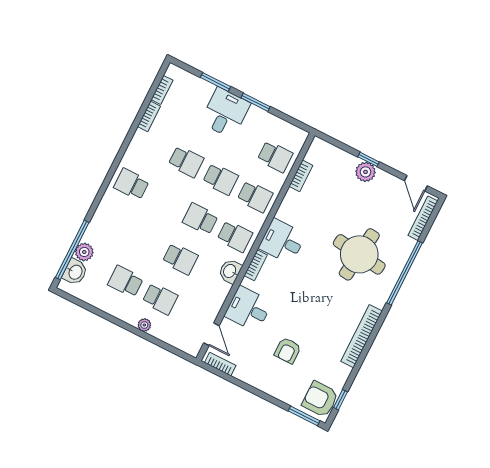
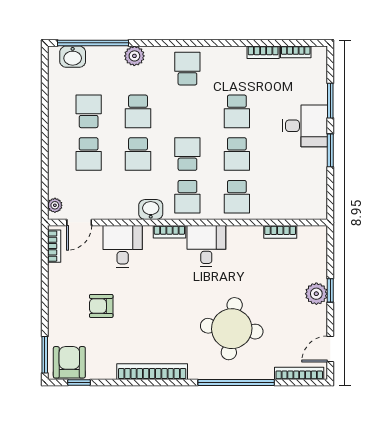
school desk: (275, 157) -> (138, 111), moved
plant: (84, 252) -> (134, 56), moved
plant: (144, 325) -> (55, 205), moved

